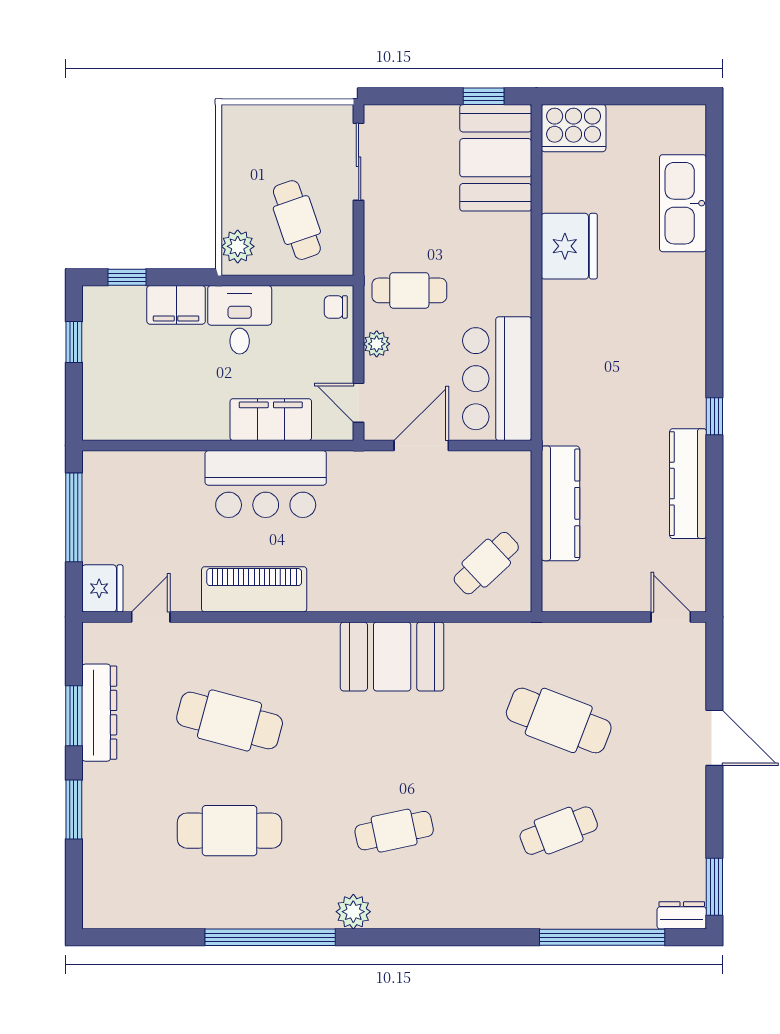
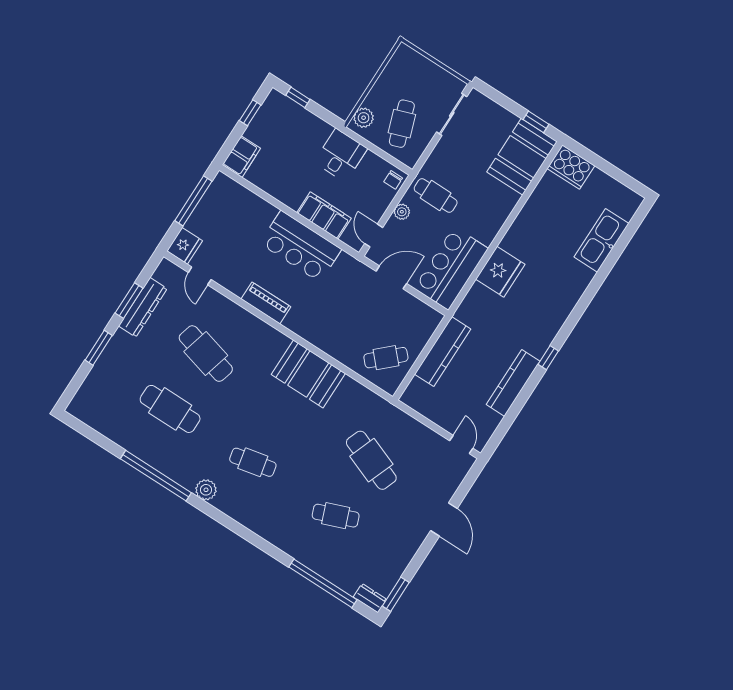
fridge: (569, 246) -> (500, 272), moved
filing cabinet: (176, 305) -> (241, 157), moved, turned -90
chair: (336, 307) -> (393, 180), turned -90
piano: (254, 589) -> (266, 303), width x0.73, depth x0.75
door: (151, 617) -> (200, 276), swing flipped

